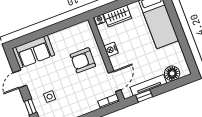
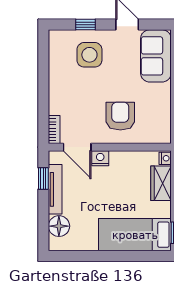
nightstand: (111, 50) -> (100, 158), moved
side table: (50, 97) -> (89, 55), width x1.87, depth x1.87

